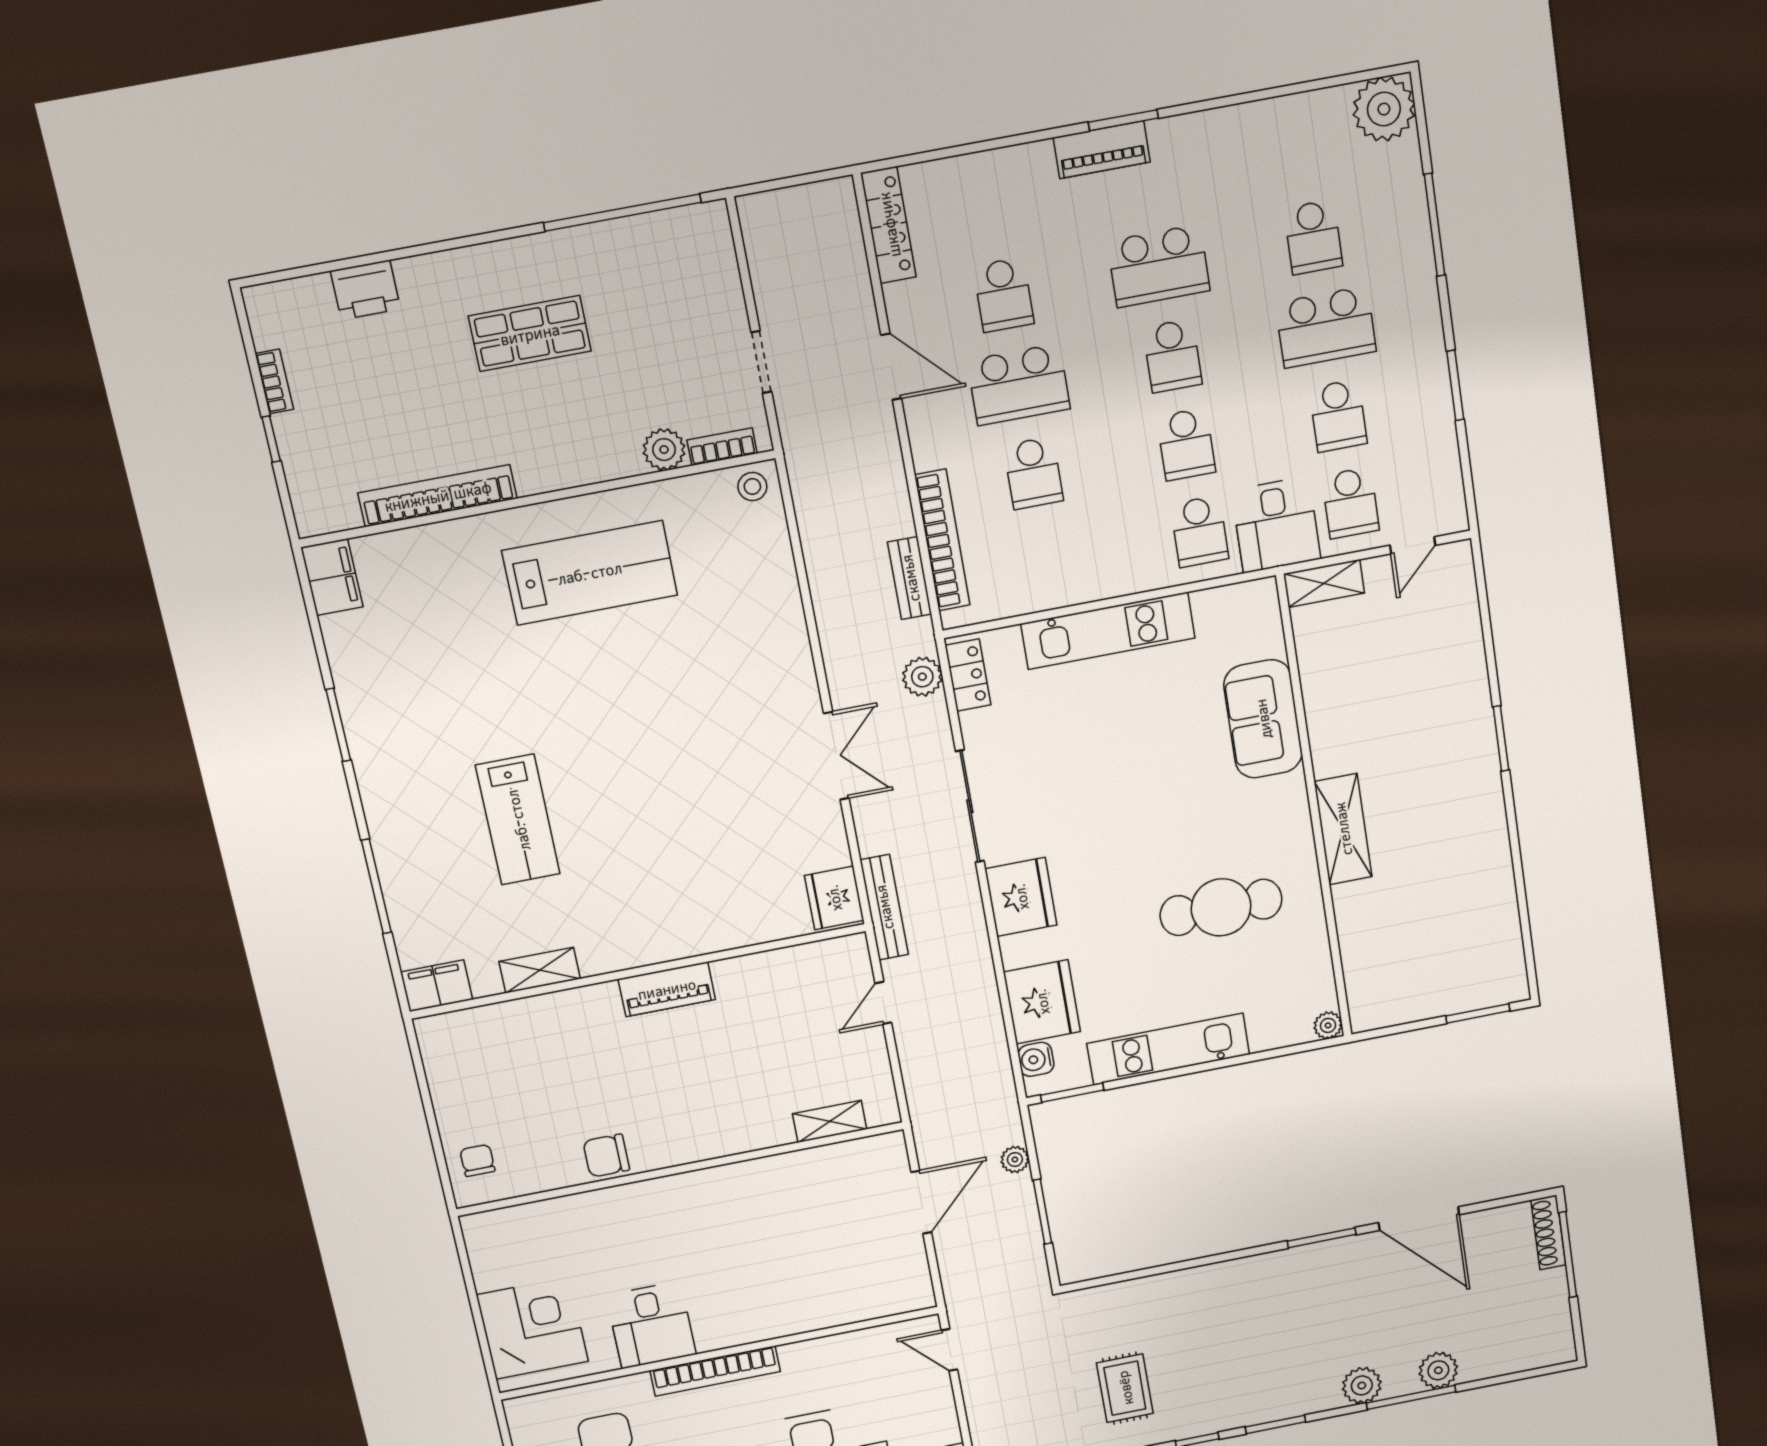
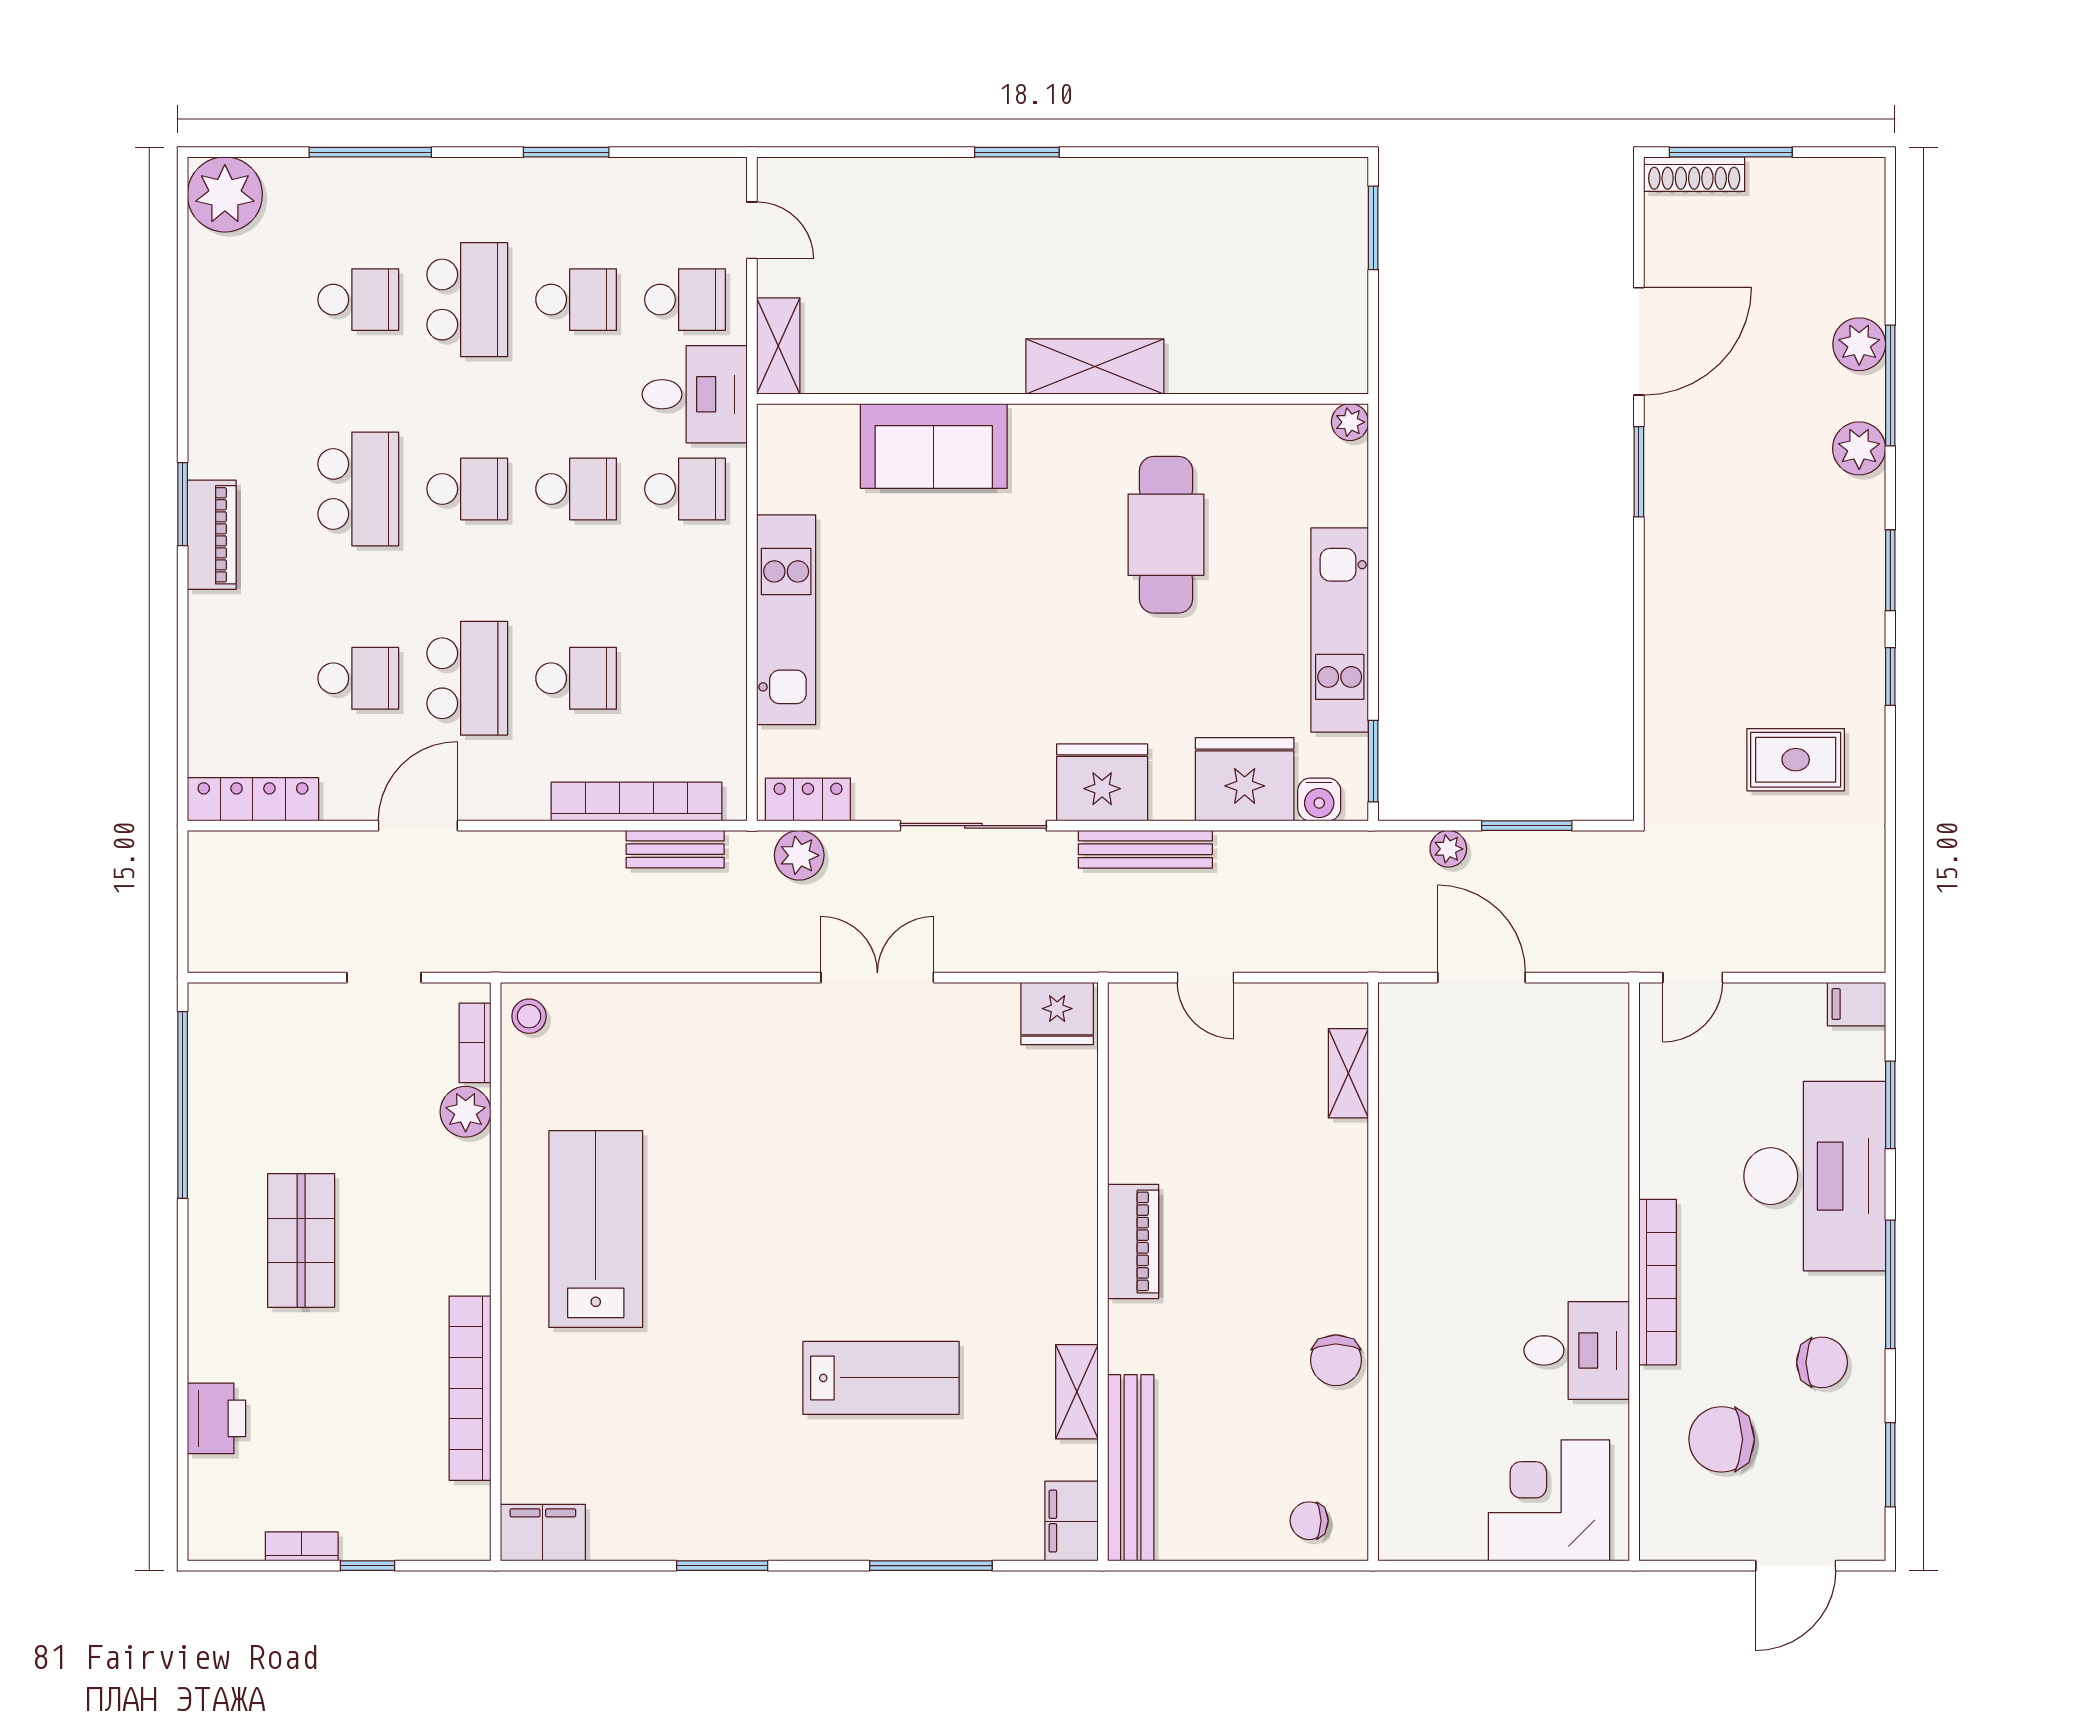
bench: (884, 907) -> (1145, 849), moved
bench: (489, 1022) -> (1131, 1468), added

